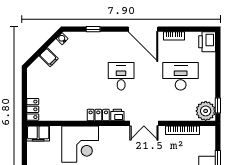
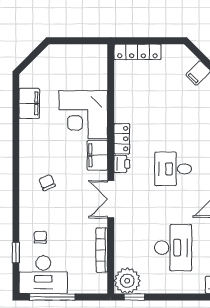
desk: (121, 76) -> (173, 169), turned 180
locker: (33, 109) -> (138, 52), width x1.53
filing cabinet: (38, 134) -> (97, 155), moved

